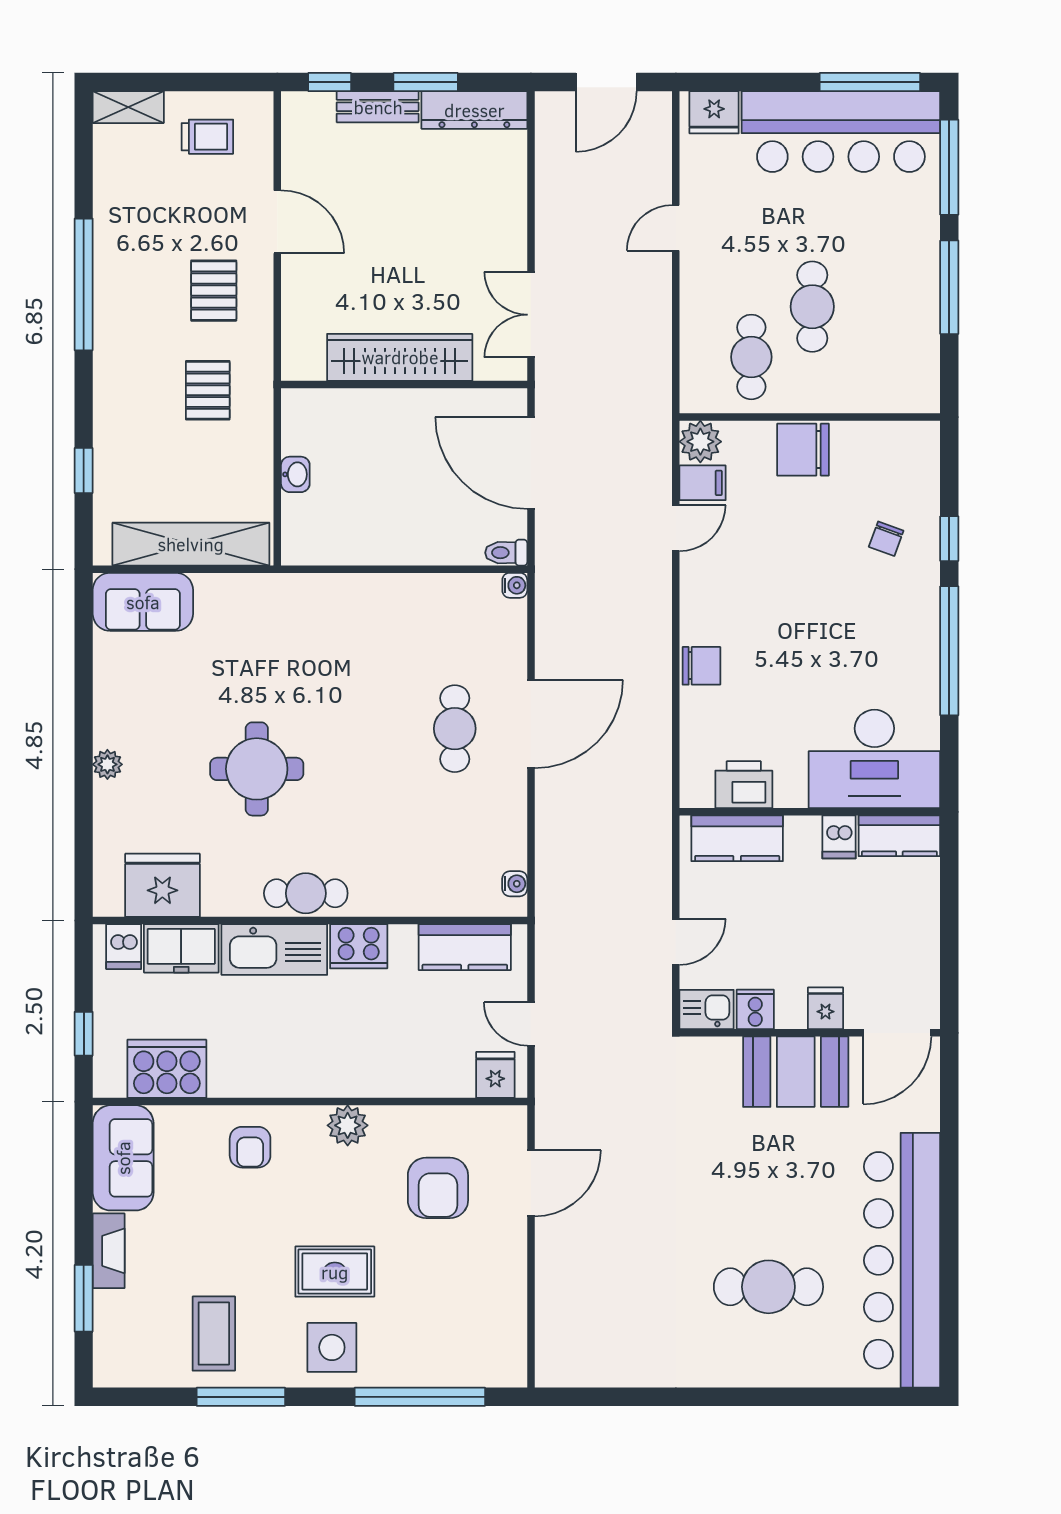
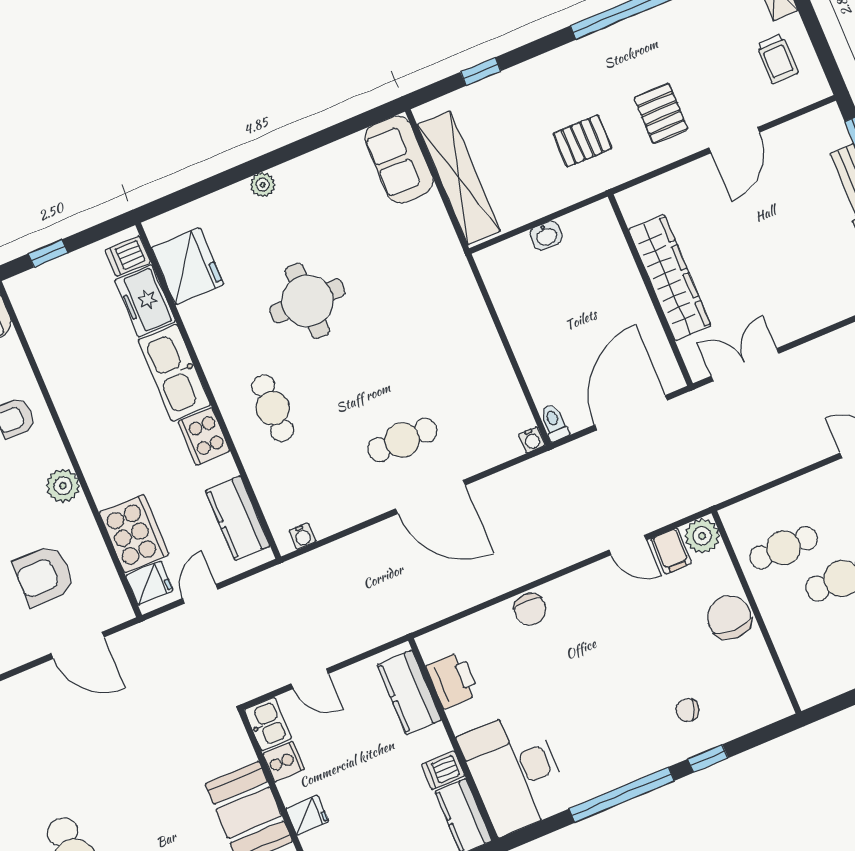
pallet: (214, 291) -> (661, 113), turned 90
cafe table: (306, 893) -> (273, 408), moved
cooker: (167, 1069) -> (134, 534), moved

